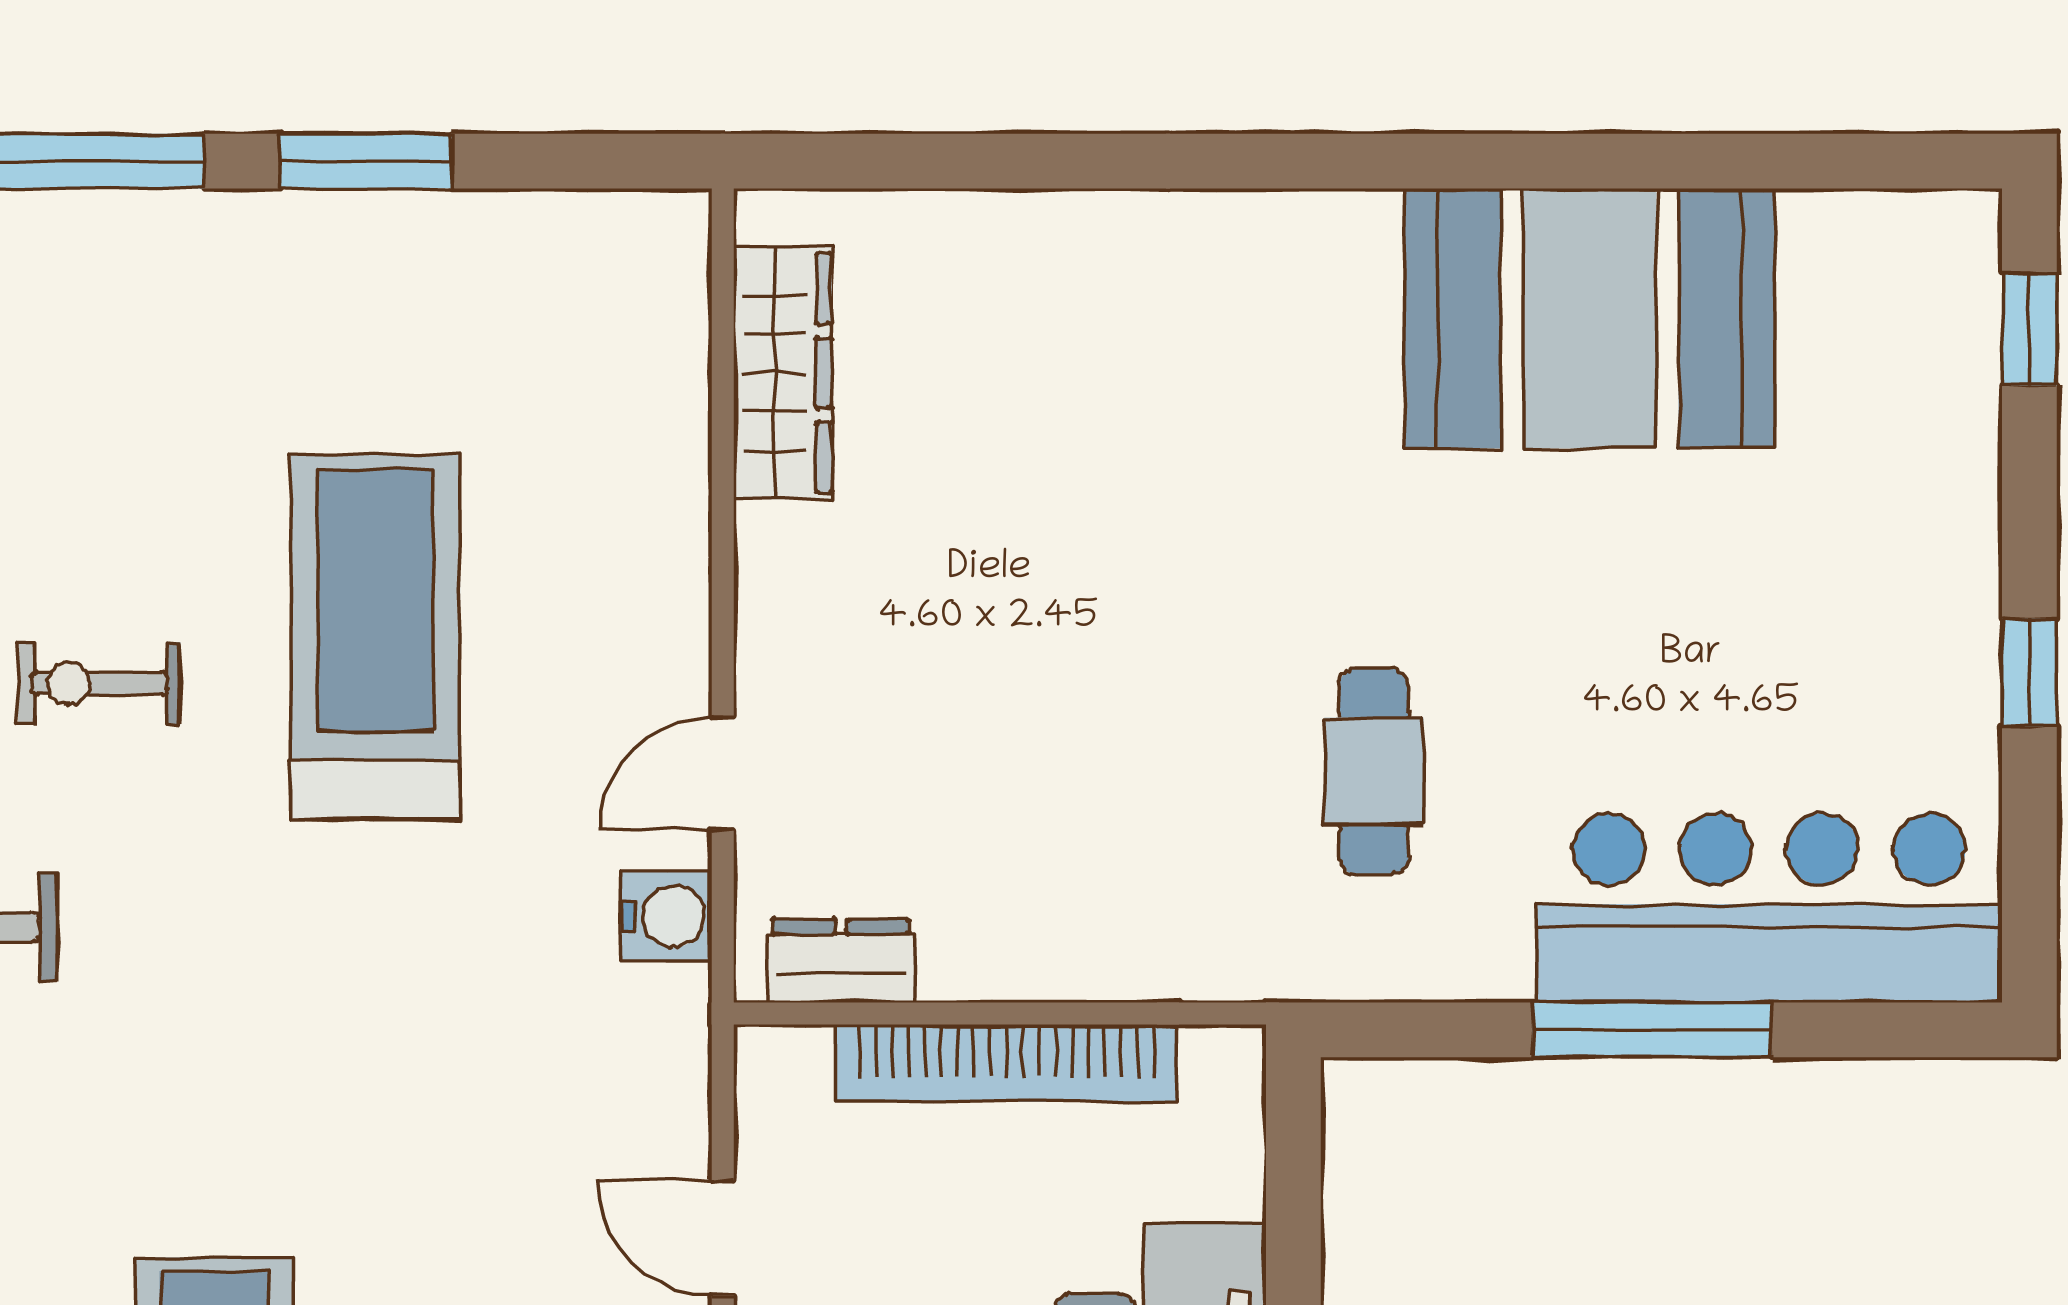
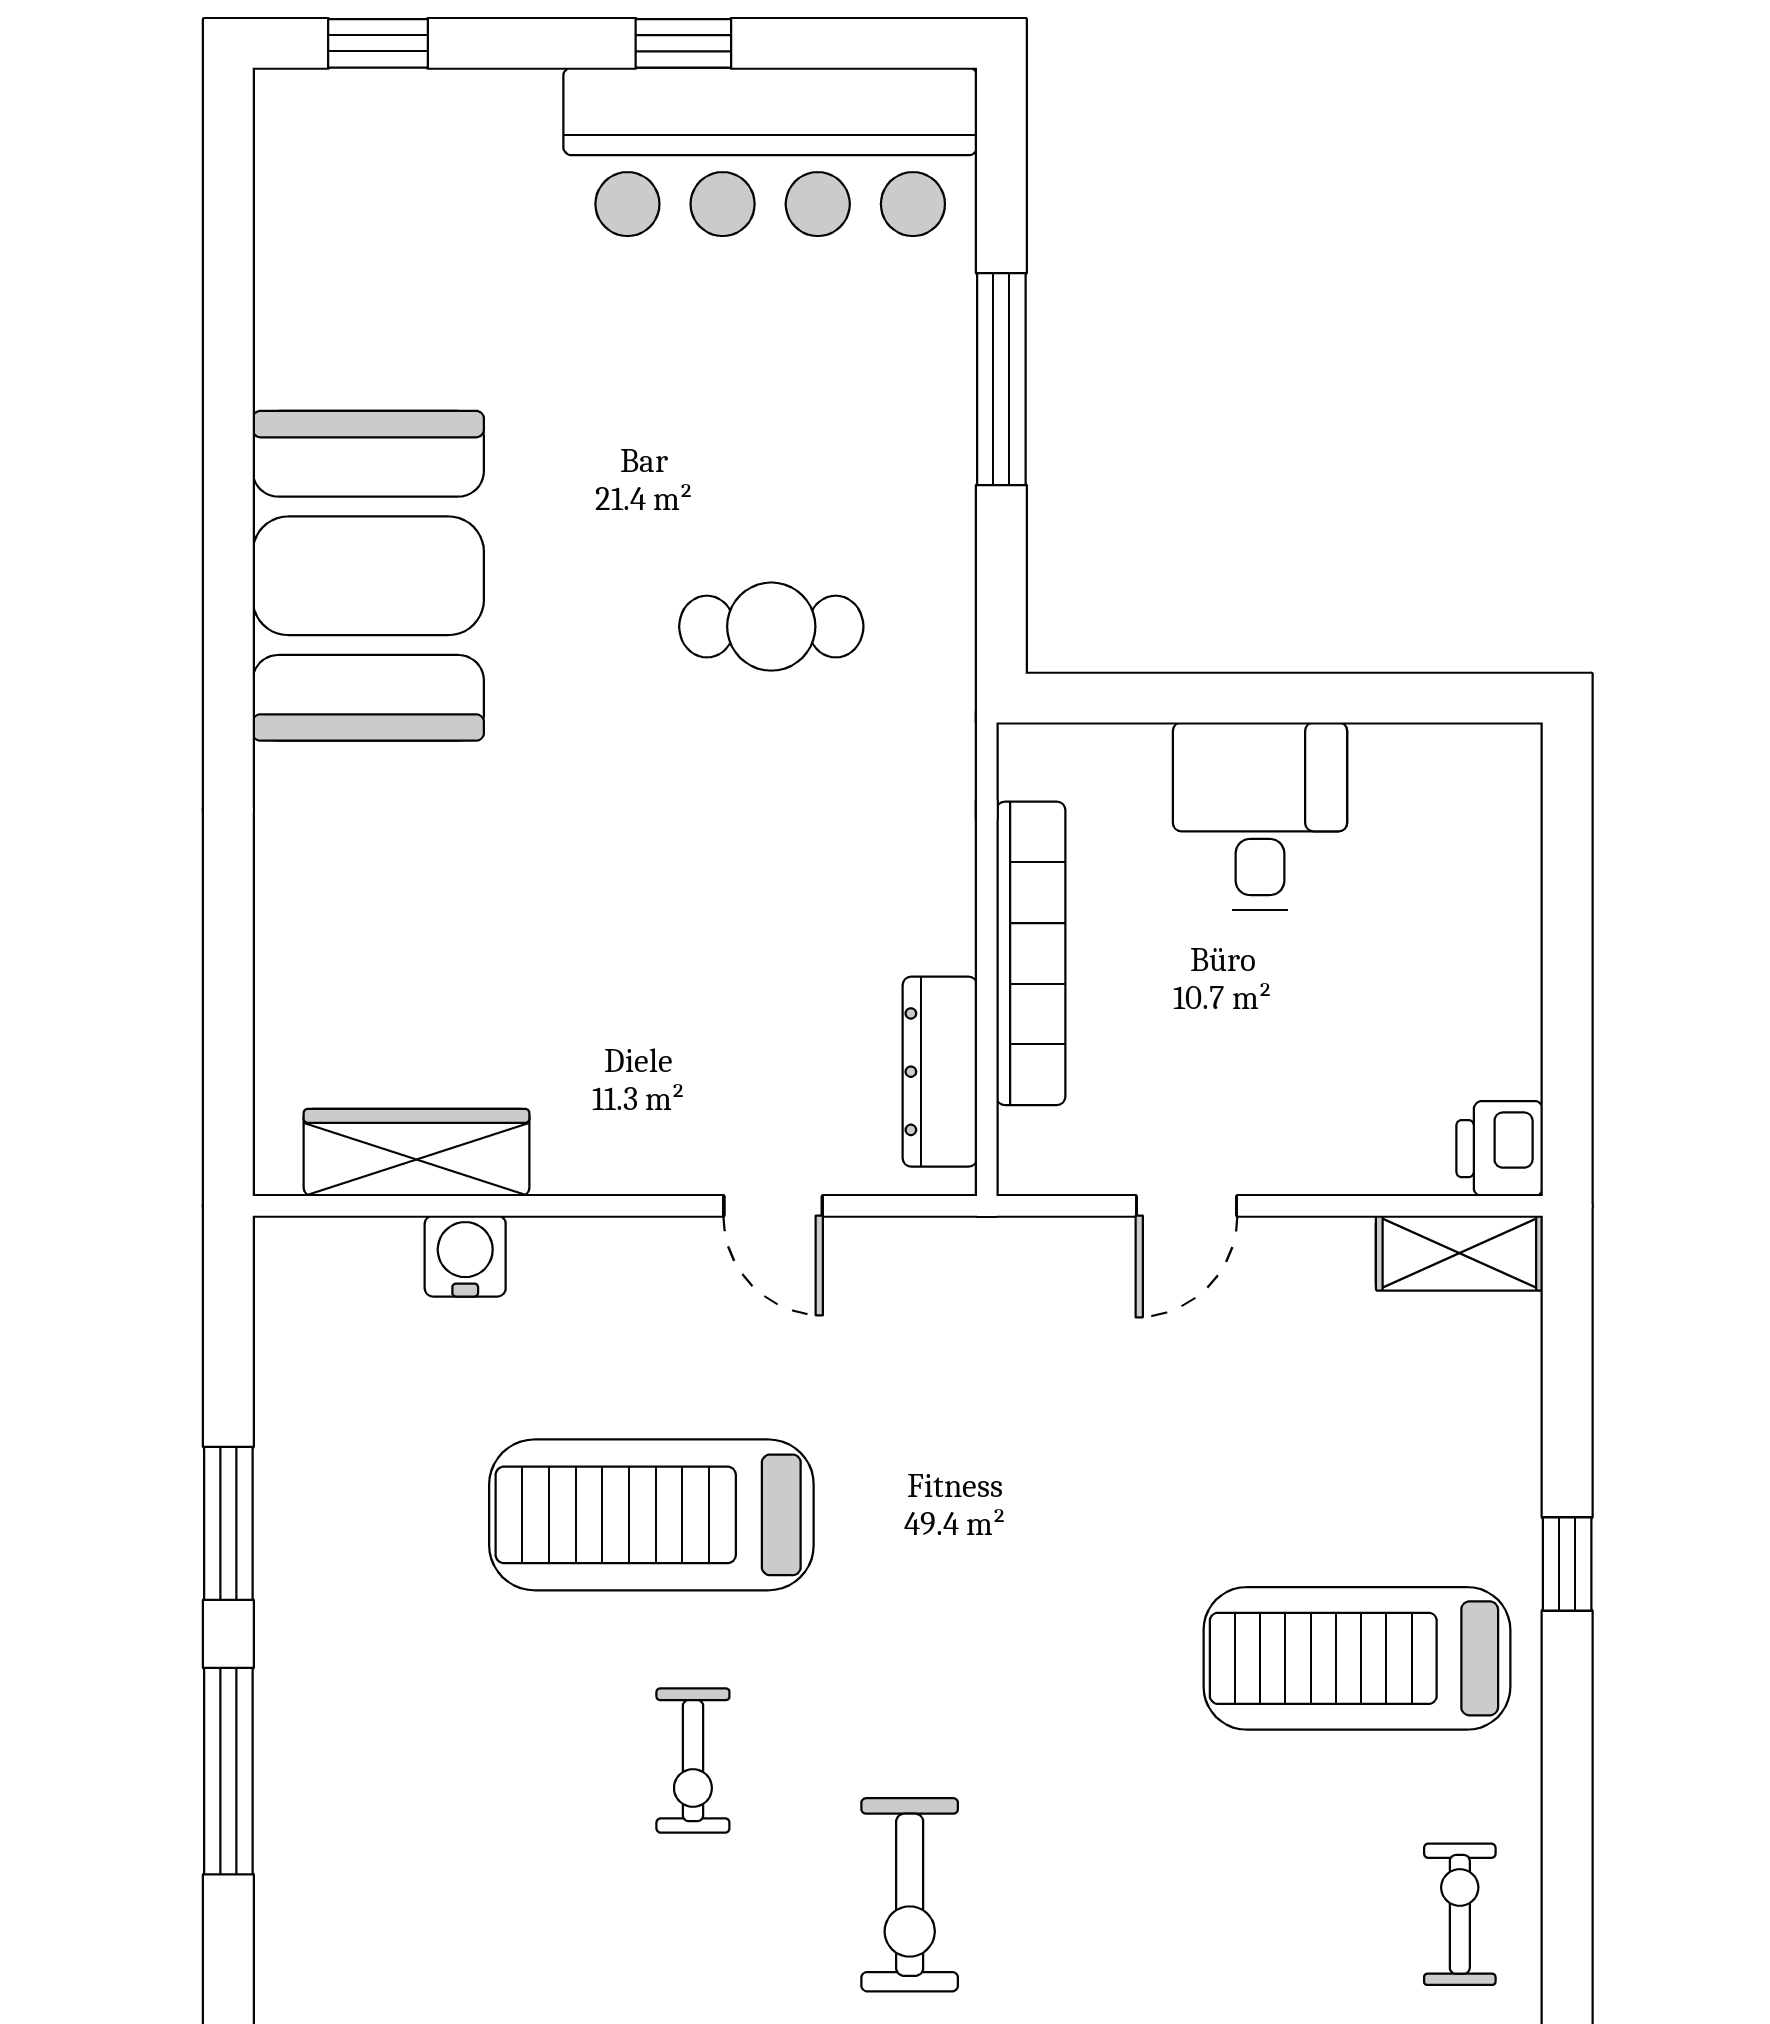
booth: (1590, 318) -> (368, 576), moved
bar counter: (1769, 908) -> (770, 152), moved, turned -90
water cooler: (666, 916) -> (465, 1256), moved
dresser: (841, 961) -> (940, 1072), width x1.44

